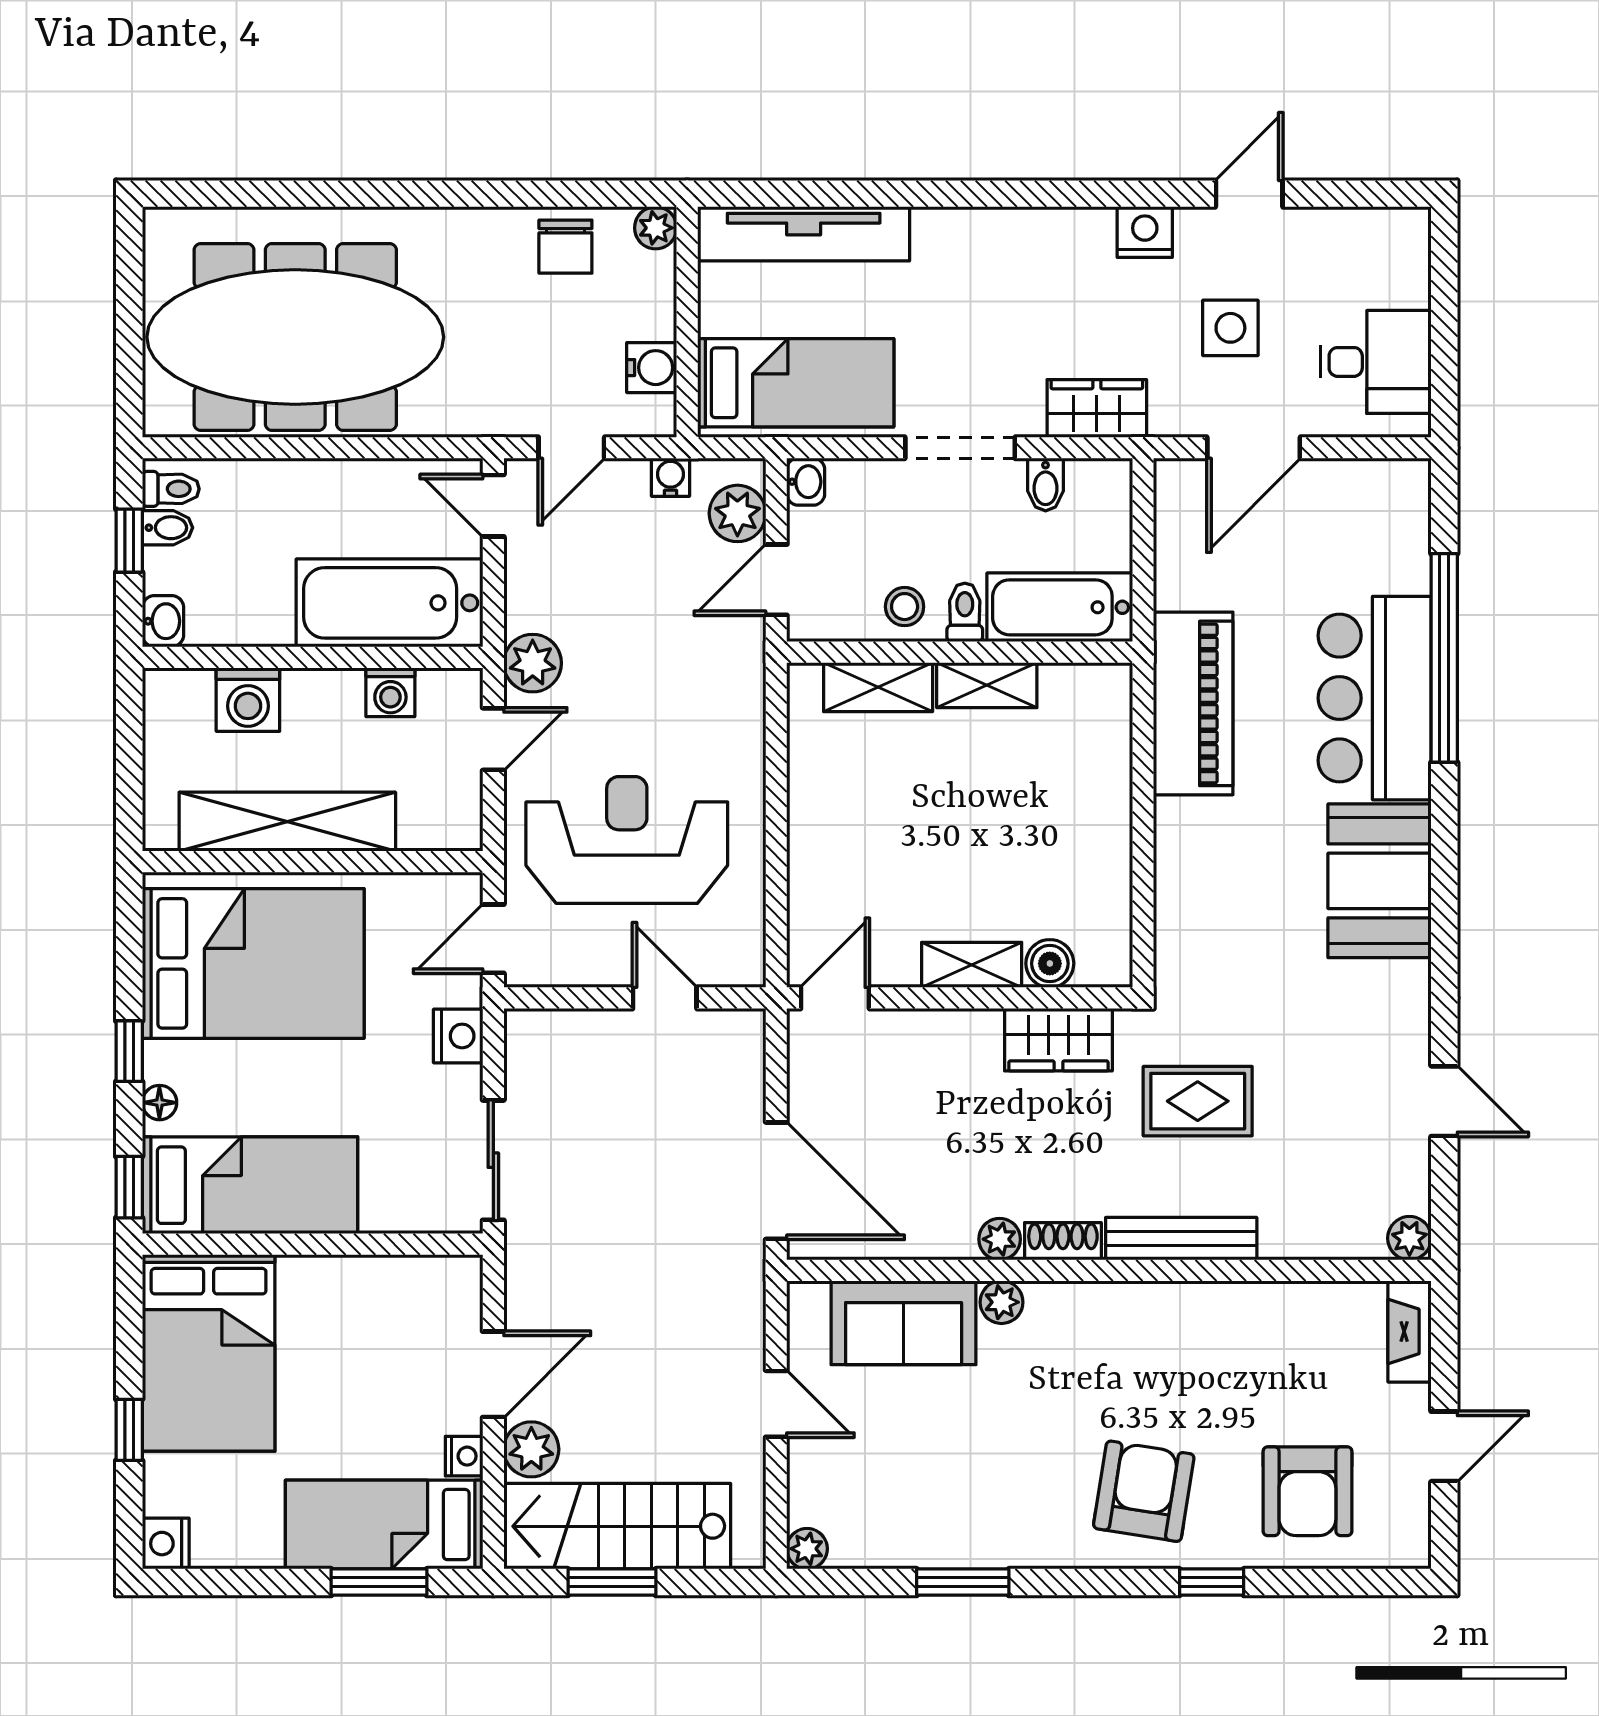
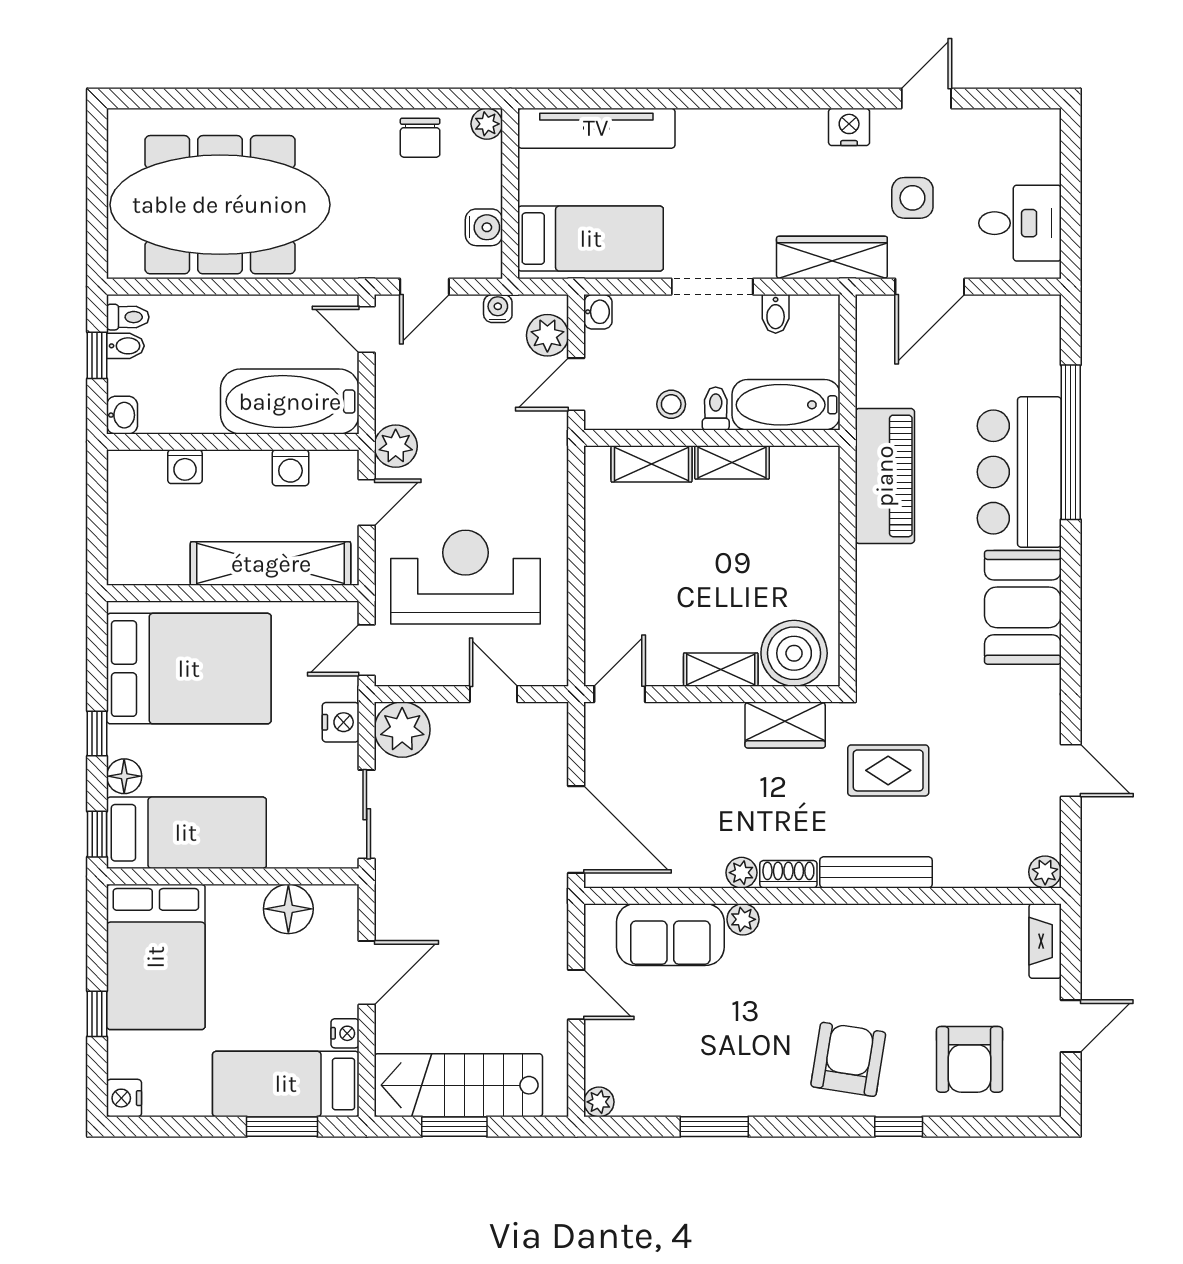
wardrobe: (1097, 408) -> (832, 258), width x1.50
washing machine: (248, 700) -> (185, 467), width x0.73, depth x0.73
shelving: (287, 822) -> (271, 564), moved
boiler: (1050, 963) -> (794, 653), width x1.86, depth x1.86
floor lamp: (159, 1103) -> (124, 776), width x1.37, depth x1.37
floor lamp: (388, 1288) -> (288, 909), added
plant: (531, 1449) -> (402, 730), moved, width x1.36, depth x1.36

